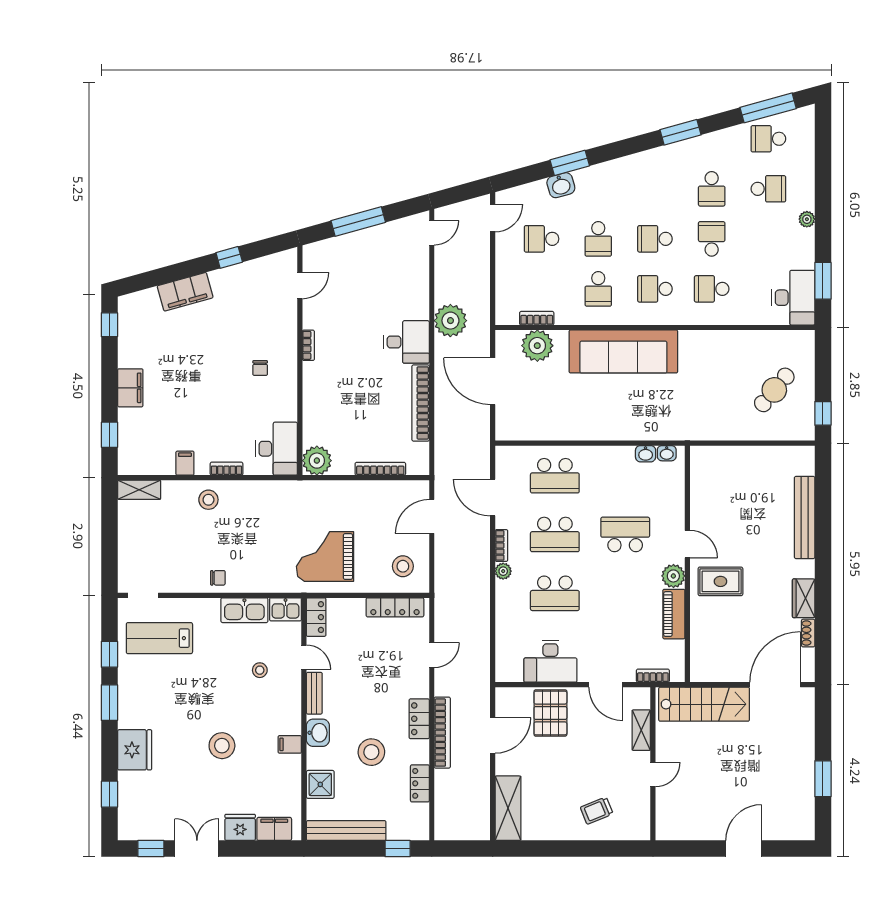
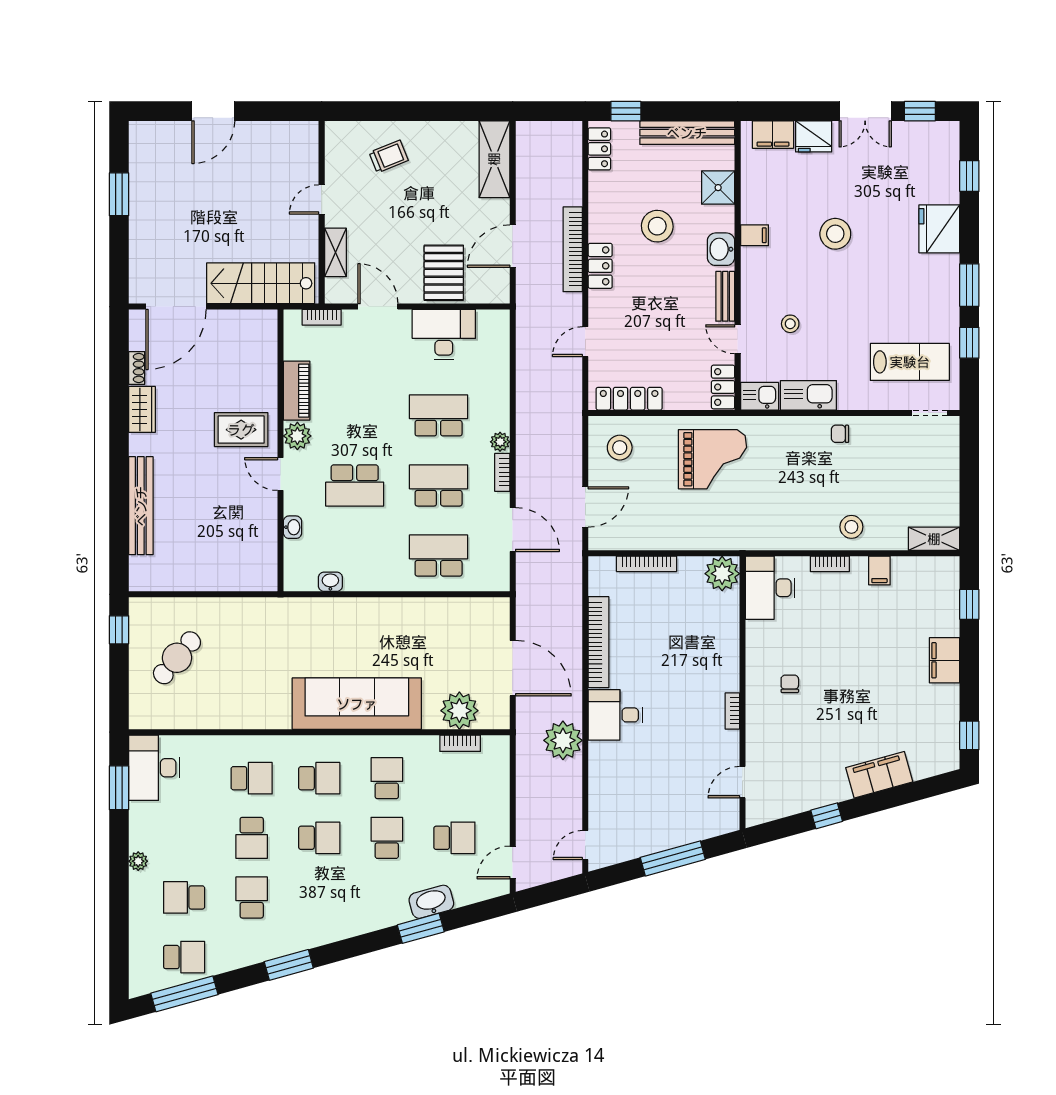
washbasin: (561, 185) -> (431, 902), width x1.38
washbasin: (667, 453) -> (292, 527), moved, turned 90
locker: (420, 783) -> (599, 149), moved

